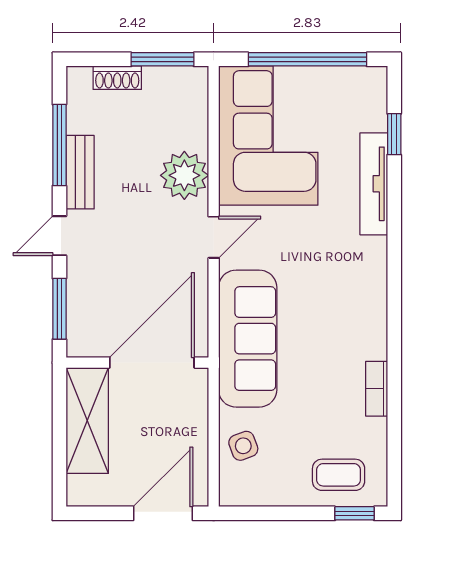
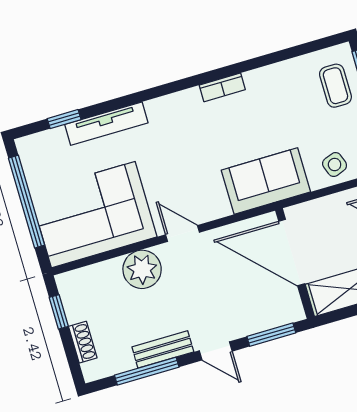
window: (162, 59) -> (59, 312), width x0.67
sofa: (248, 339) -> (266, 181), width x0.73
bookcase: (377, 389) -> (222, 87), moved

